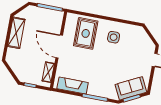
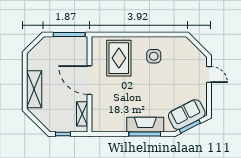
shelving: (16, 33) -> (34, 89), moved
fireplace: (73, 86) -> (145, 125), moved

